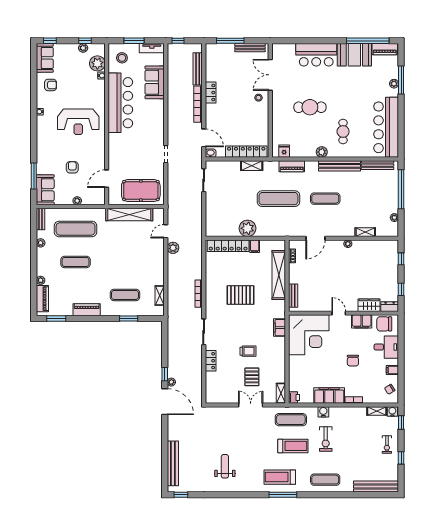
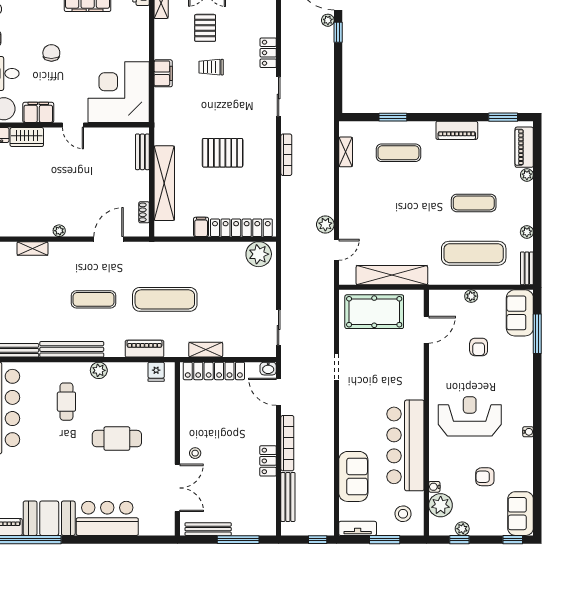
armchair: (51, 85) -> (485, 477), moved
plant: (248, 228) -> (259, 254), moved
filing cabinet: (280, 328) -> (163, 73), moved

